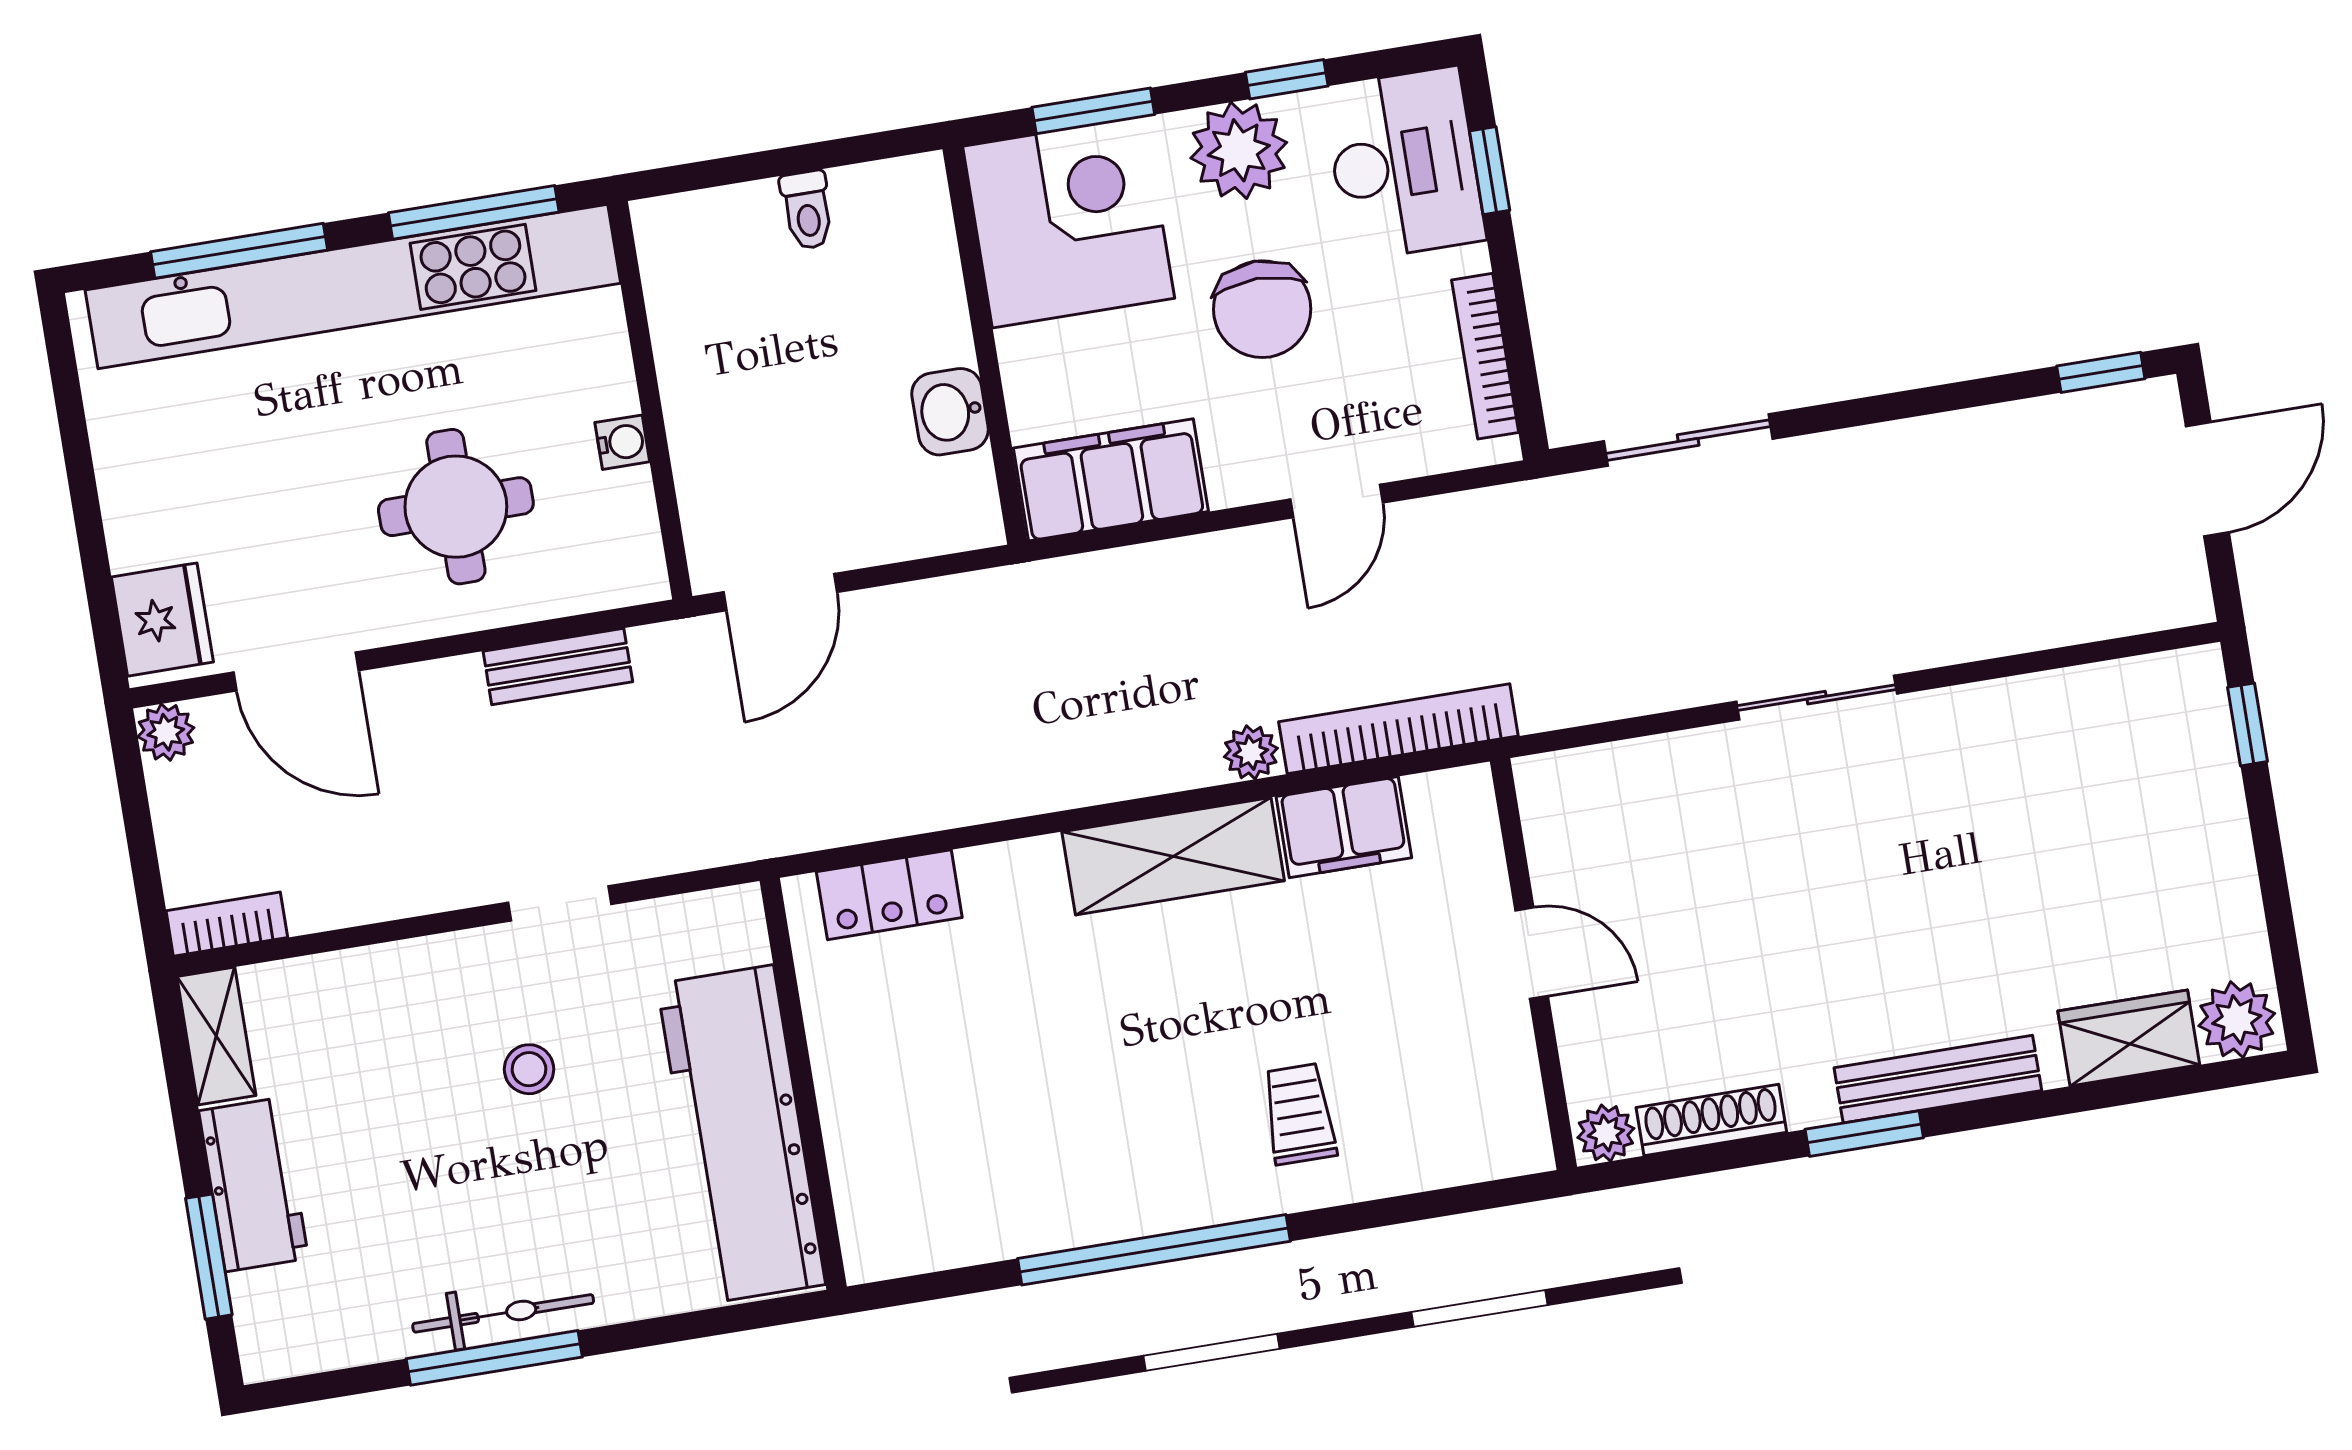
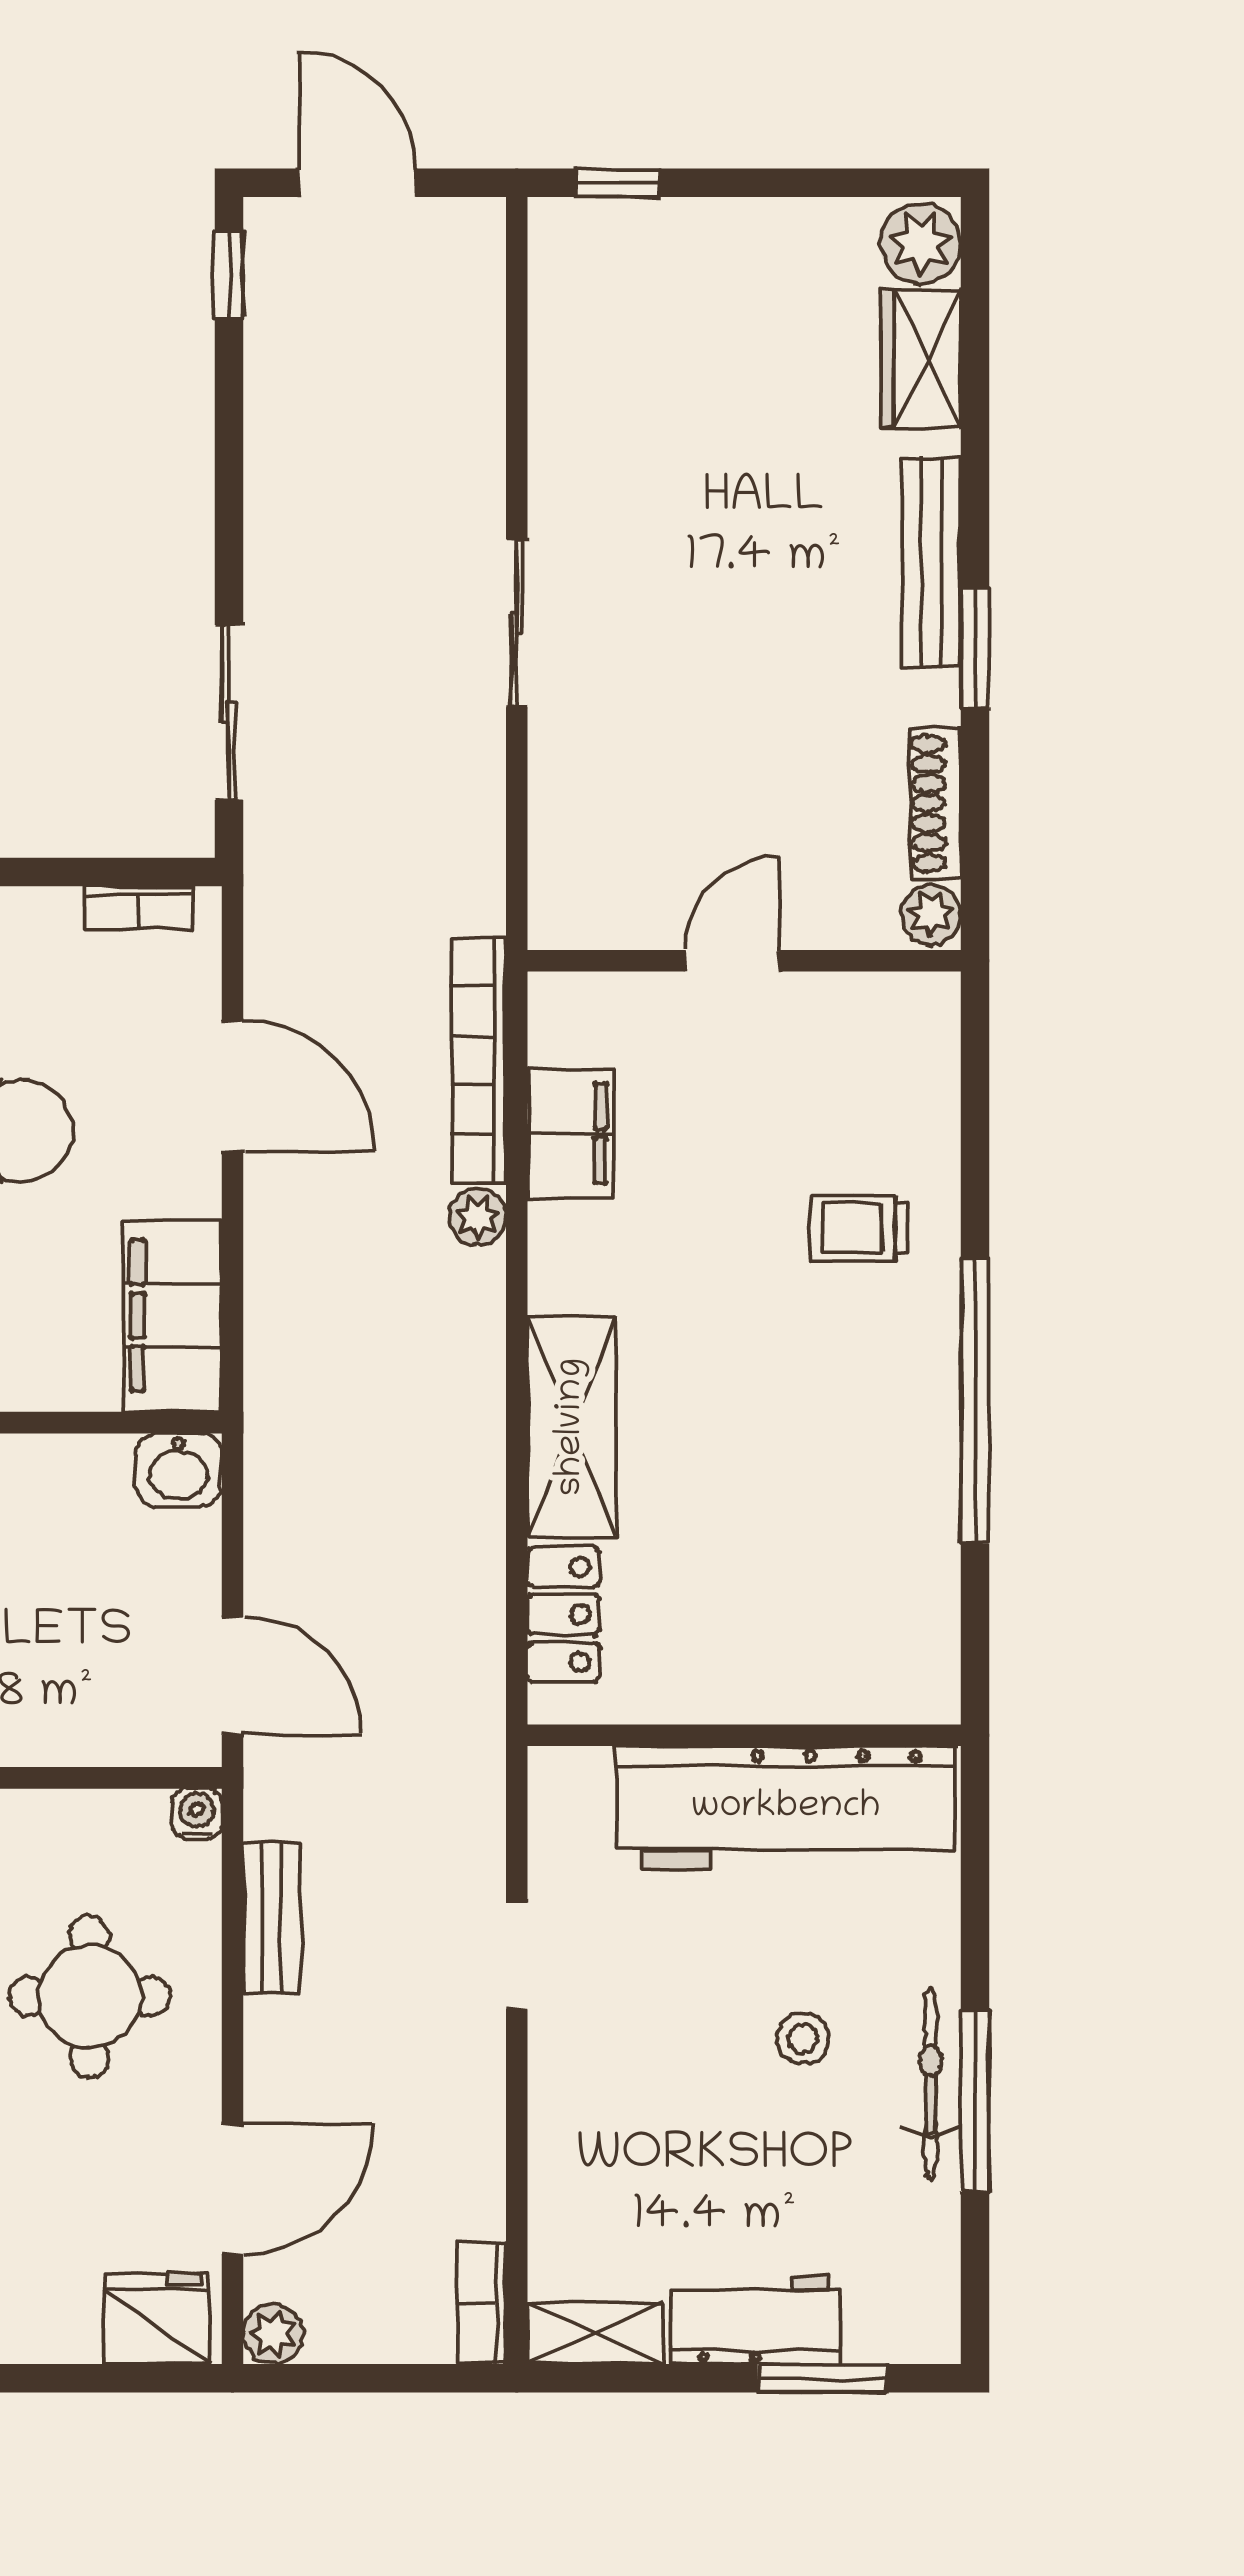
bookcase: (1485, 356) -> (138, 908), width x0.64
washbasin: (950, 412) -> (179, 1470), moved
water cooler: (622, 442) -> (197, 1814), moved
door: (1336, 501) -> (233, 1086), width x1.38
shelving: (1173, 856) -> (572, 1427), moved
stool: (529, 1069) -> (803, 2039), moved

